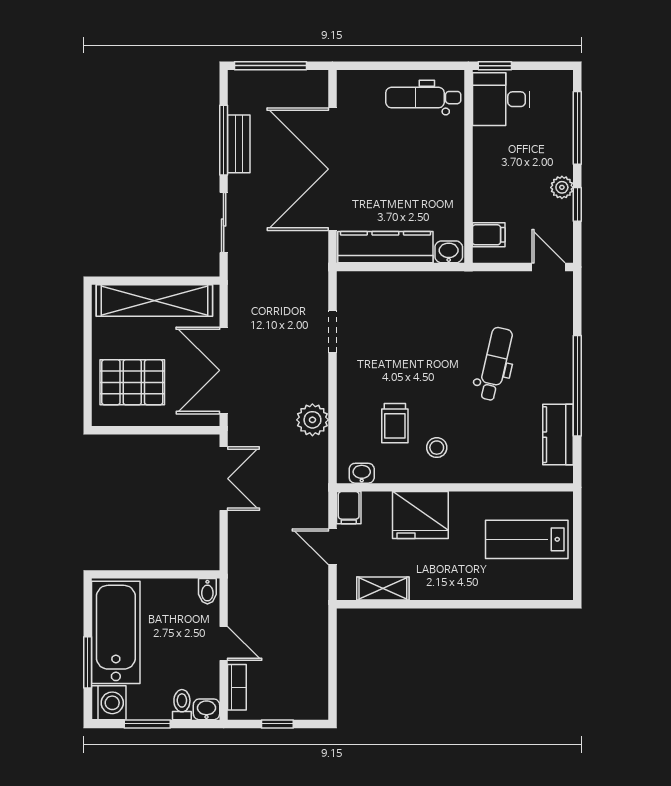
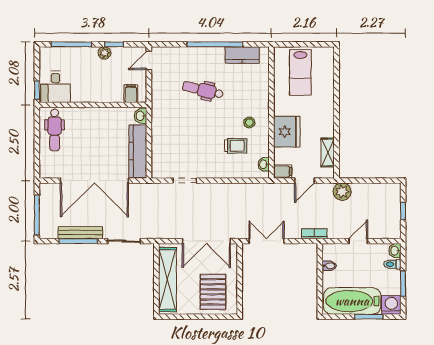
bench: (239, 144) -> (80, 233), width x1.36
plant: (312, 420) -> (342, 192), moved
bidet: (207, 591) -> (329, 266), moved
bookcase: (237, 687) -> (314, 234), moved

